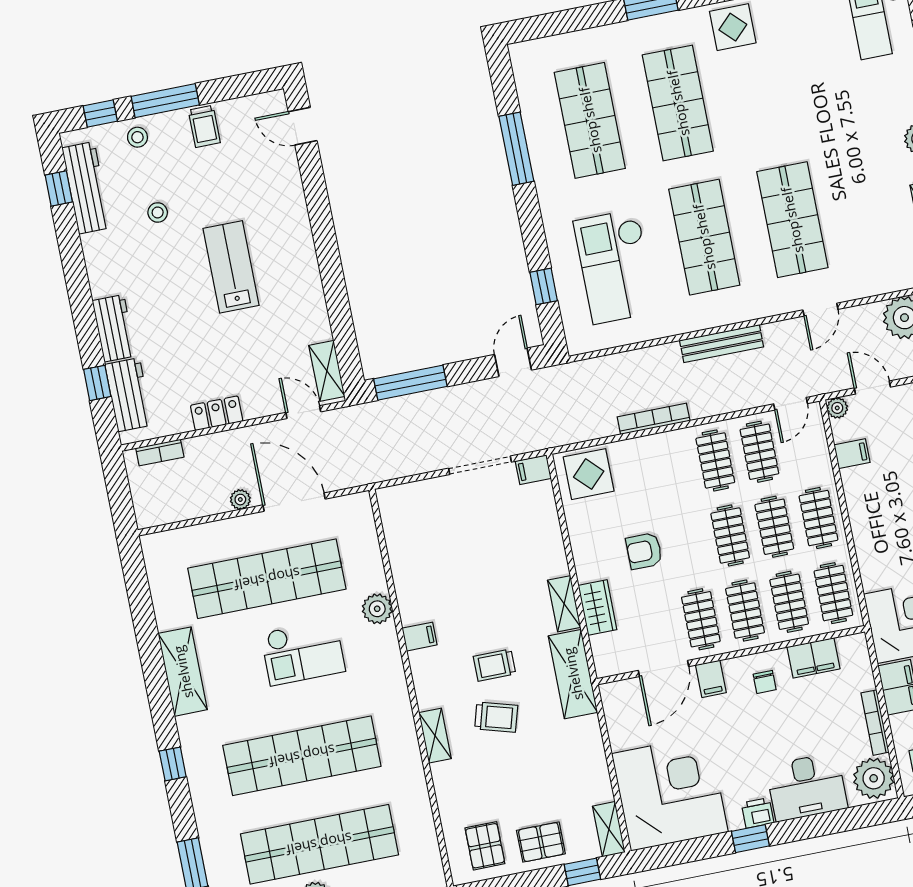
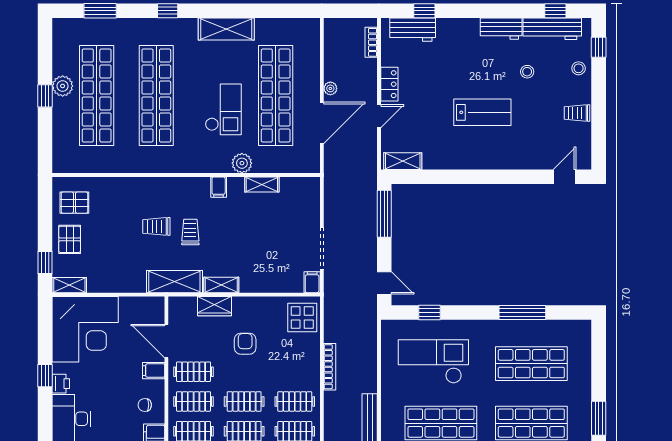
window: (165, 101) -> (599, 91), removed
workbench: (114, 328) -> (501, 29), moved
door: (303, 412) -> (379, 116), moved
checkout: (303, 652) -> (223, 109), turned 180
trolley: (496, 717) -> (156, 226), turned 74
shelving: (435, 736) -> (262, 184), moved

